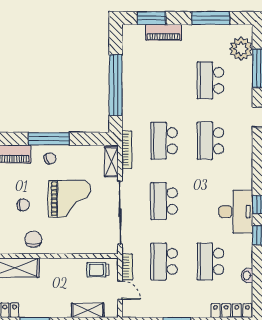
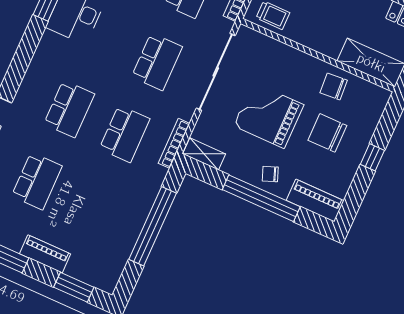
piano: (164, 32) -> (45, 254), moved
window: (49, 139) -> (261, 198), width x1.46
shelving: (111, 162) -> (204, 154), moved, turned 90
chair: (23, 205) -> (327, 133), width x1.87, depth x1.87
chair: (33, 239) -> (334, 86), turned 86

